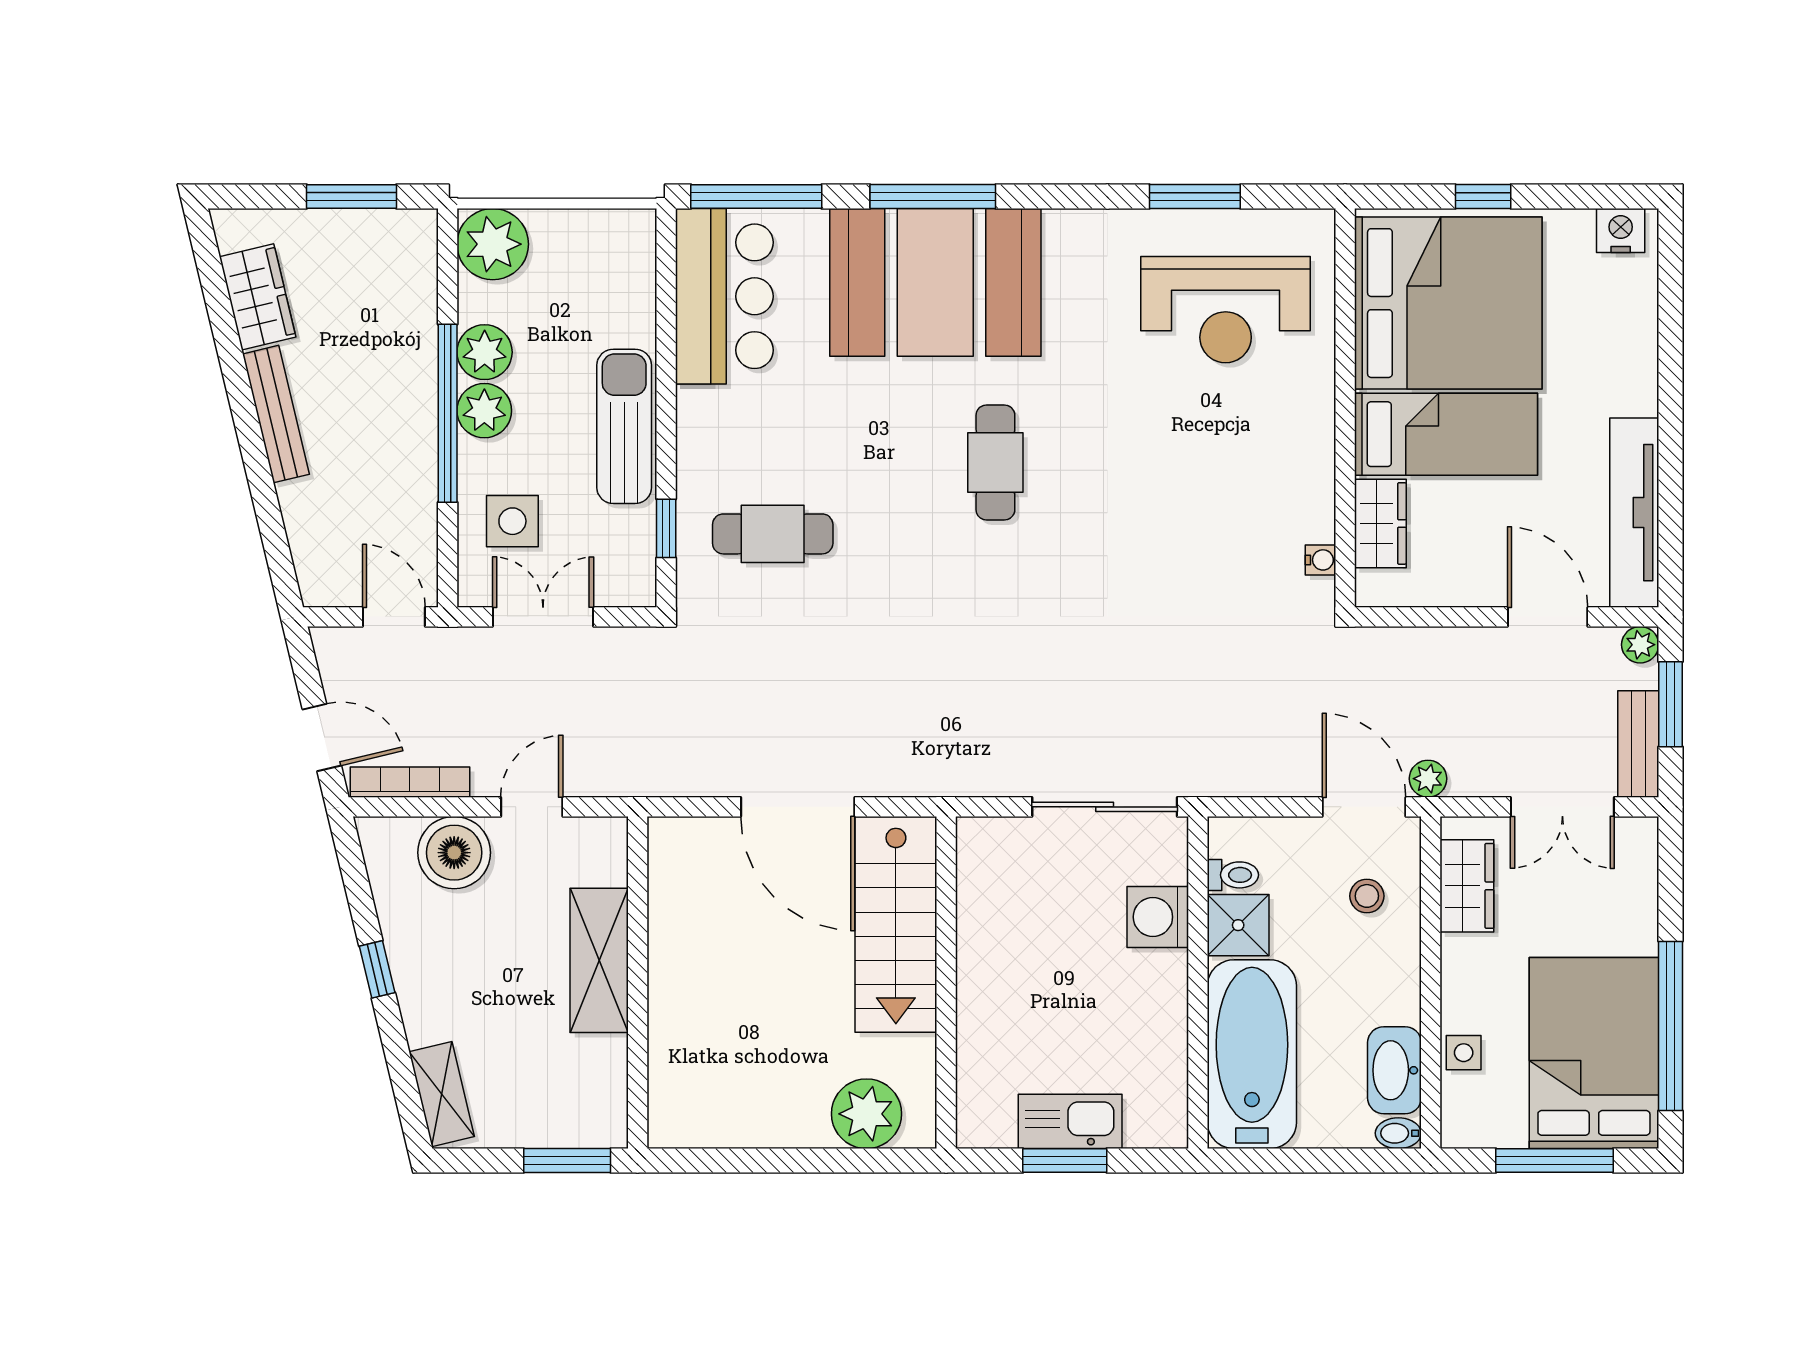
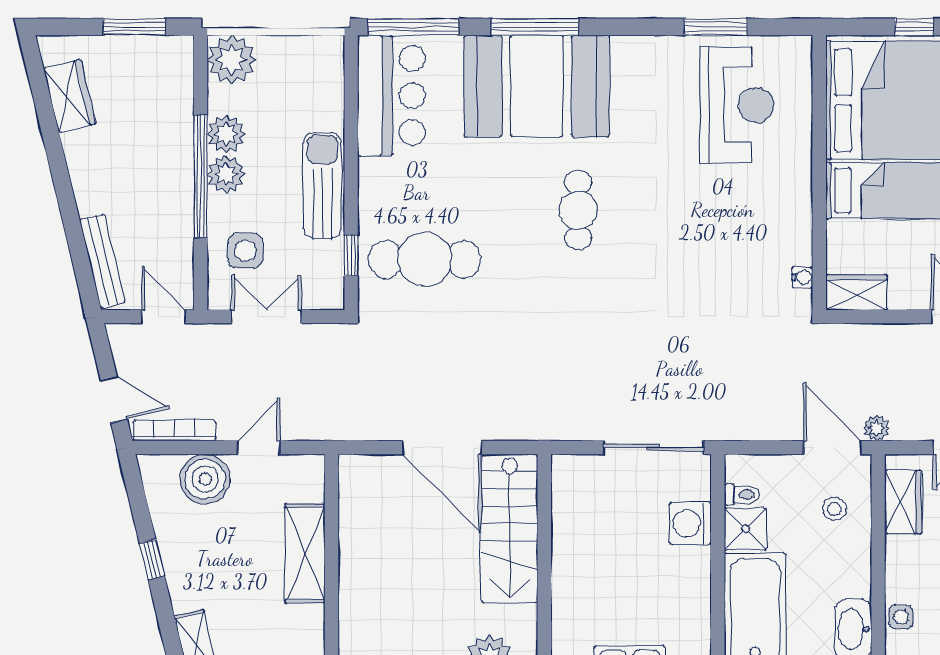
reception desk: (1226, 310) -> (737, 105), turned -90
bench: (276, 414) -> (102, 261), moved
wardrobe: (1380, 523) -> (856, 292), moved, turned -90
cafe table: (773, 534) -> (425, 259), width x1.37, depth x1.35

